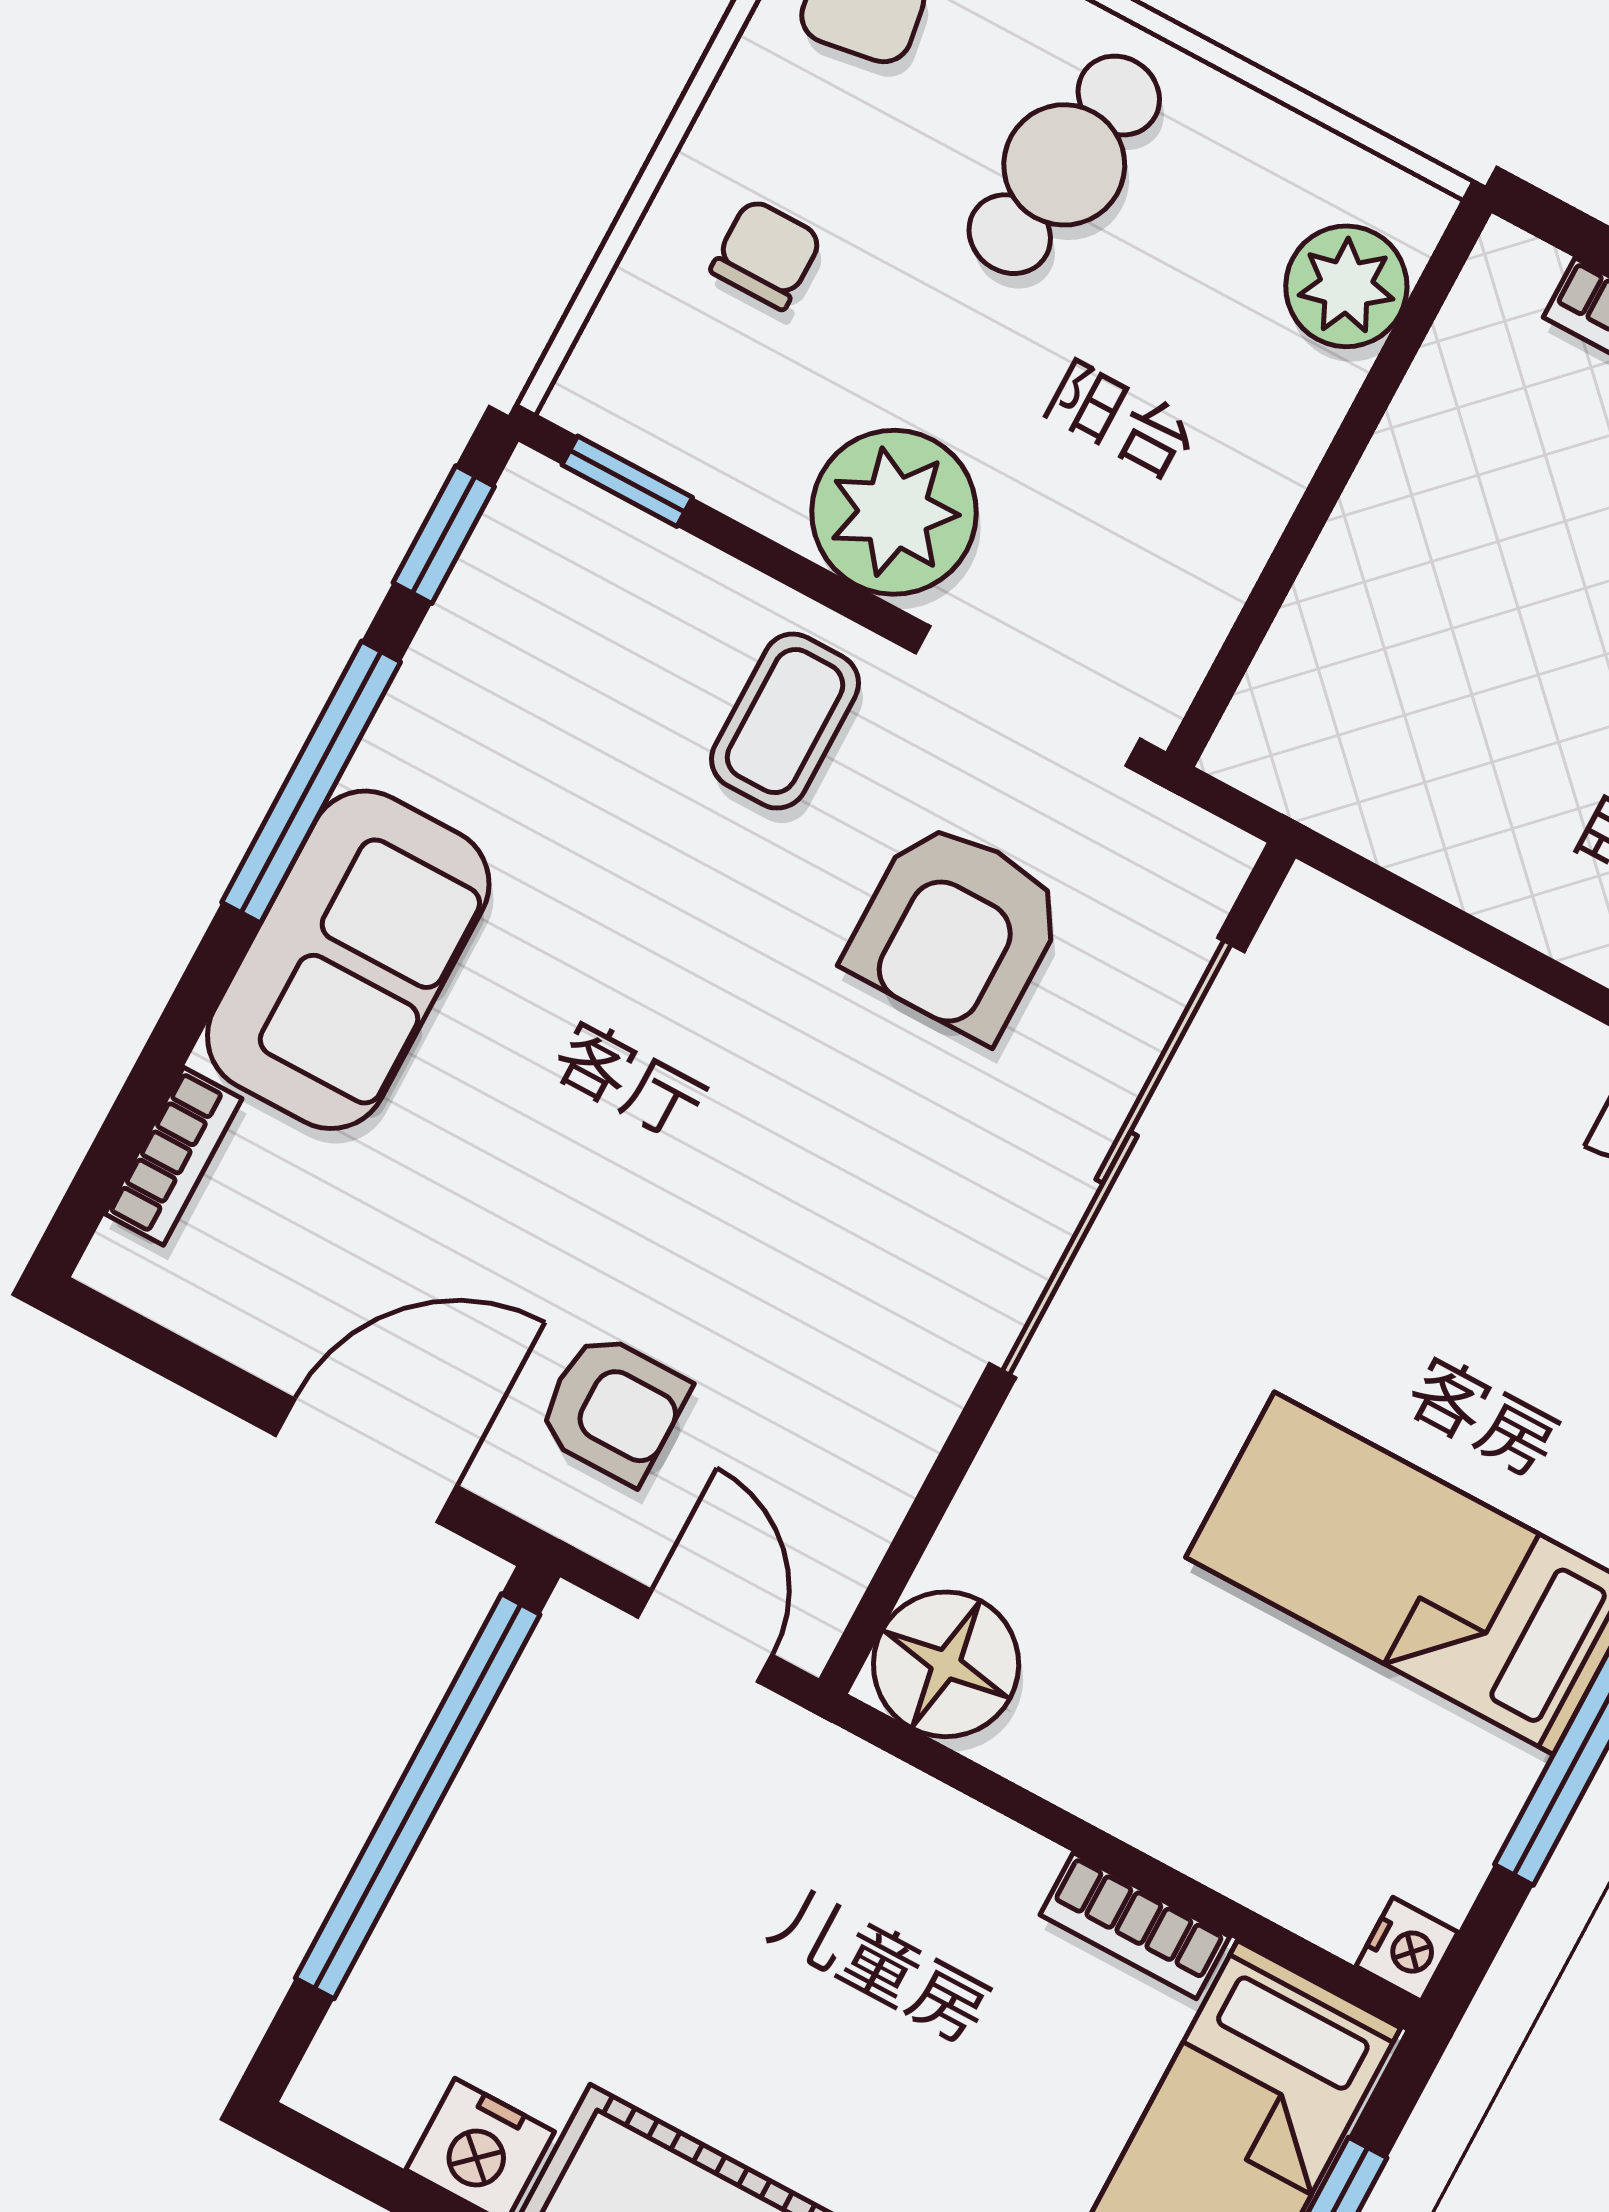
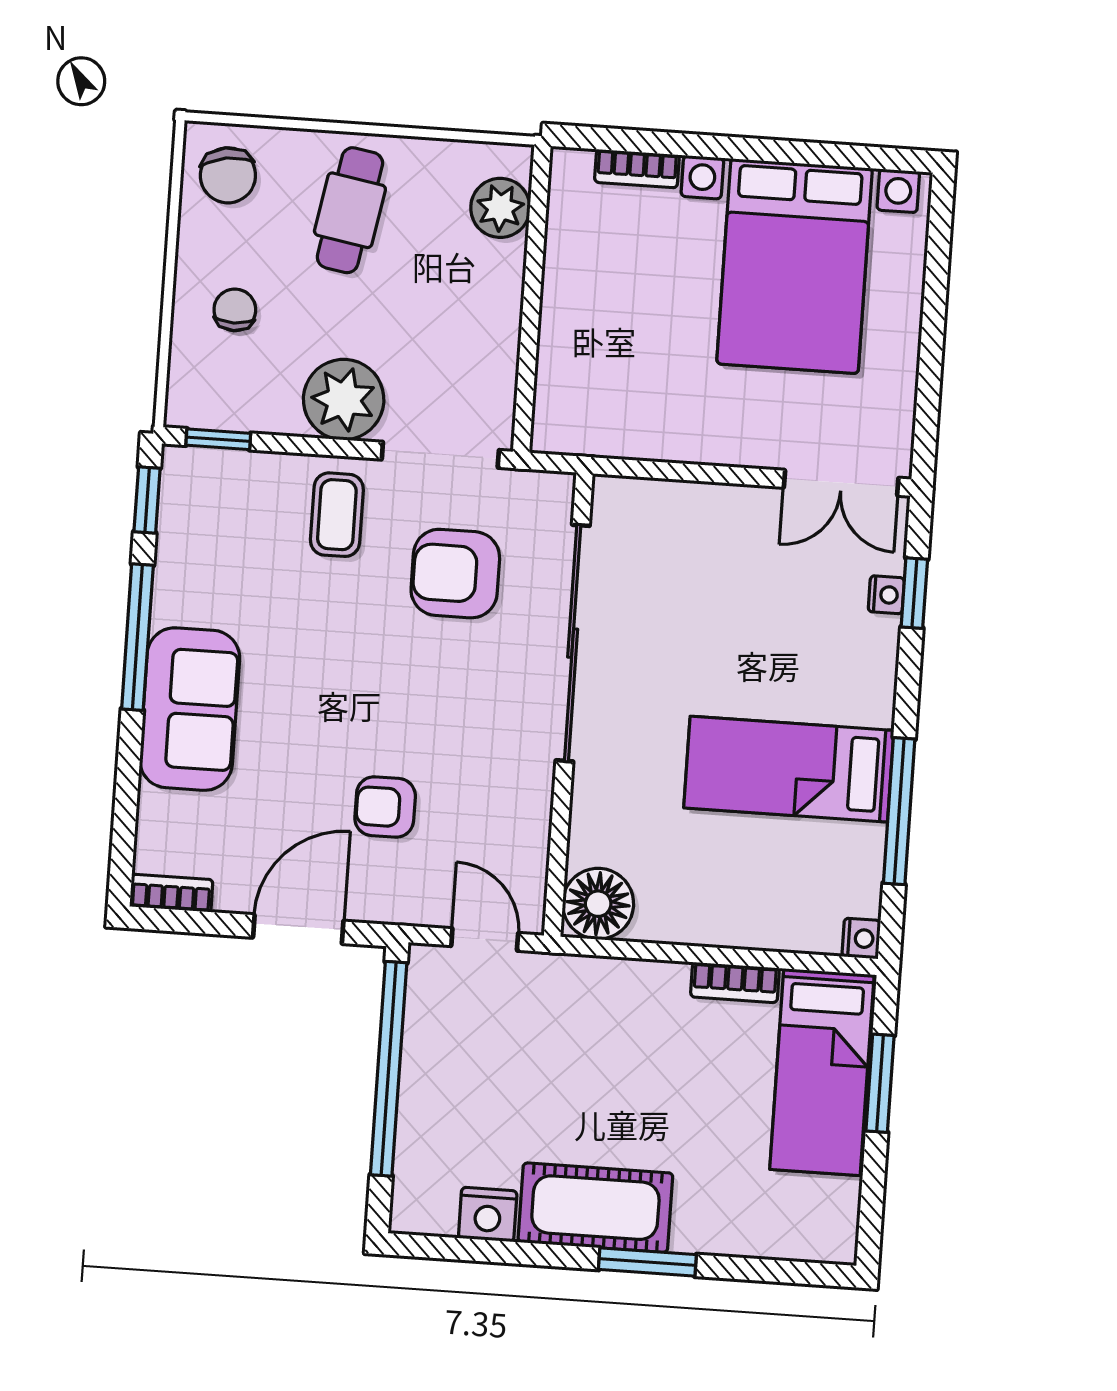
armchair: (956, 930) -> (455, 574), turned 90
bookcase: (173, 1156) -> (171, 893), moved, turned -90
armchair: (613, 1408) -> (385, 807), moved, turned 180

